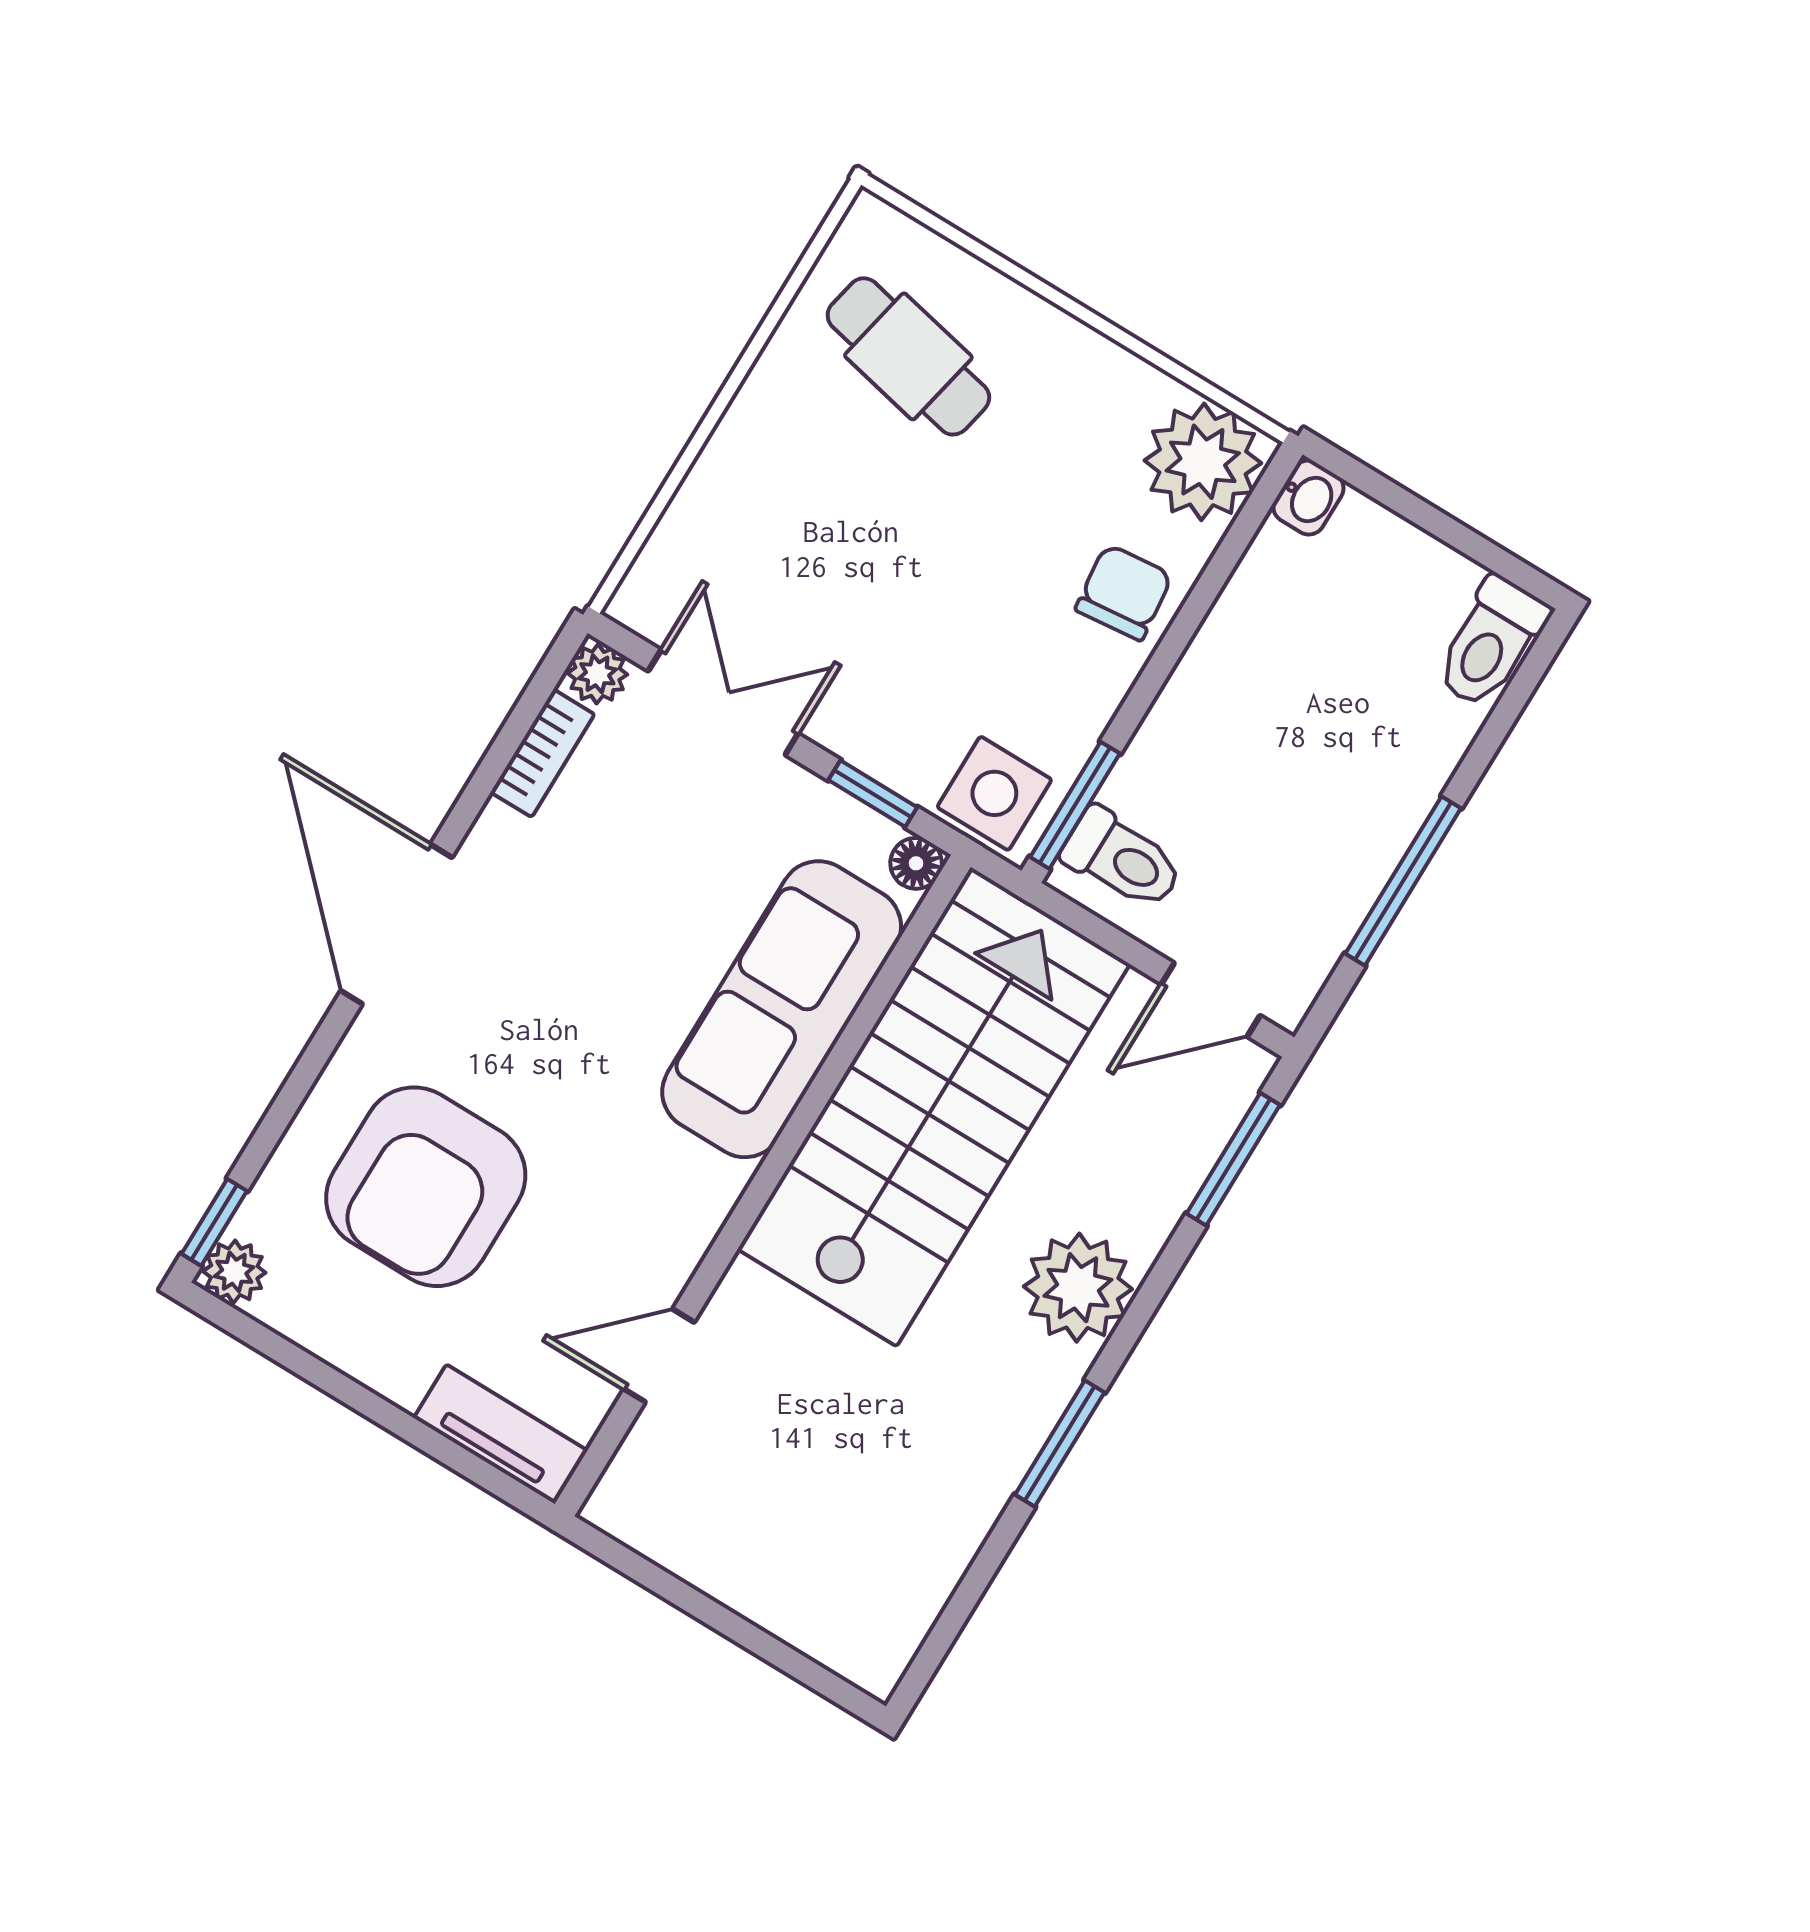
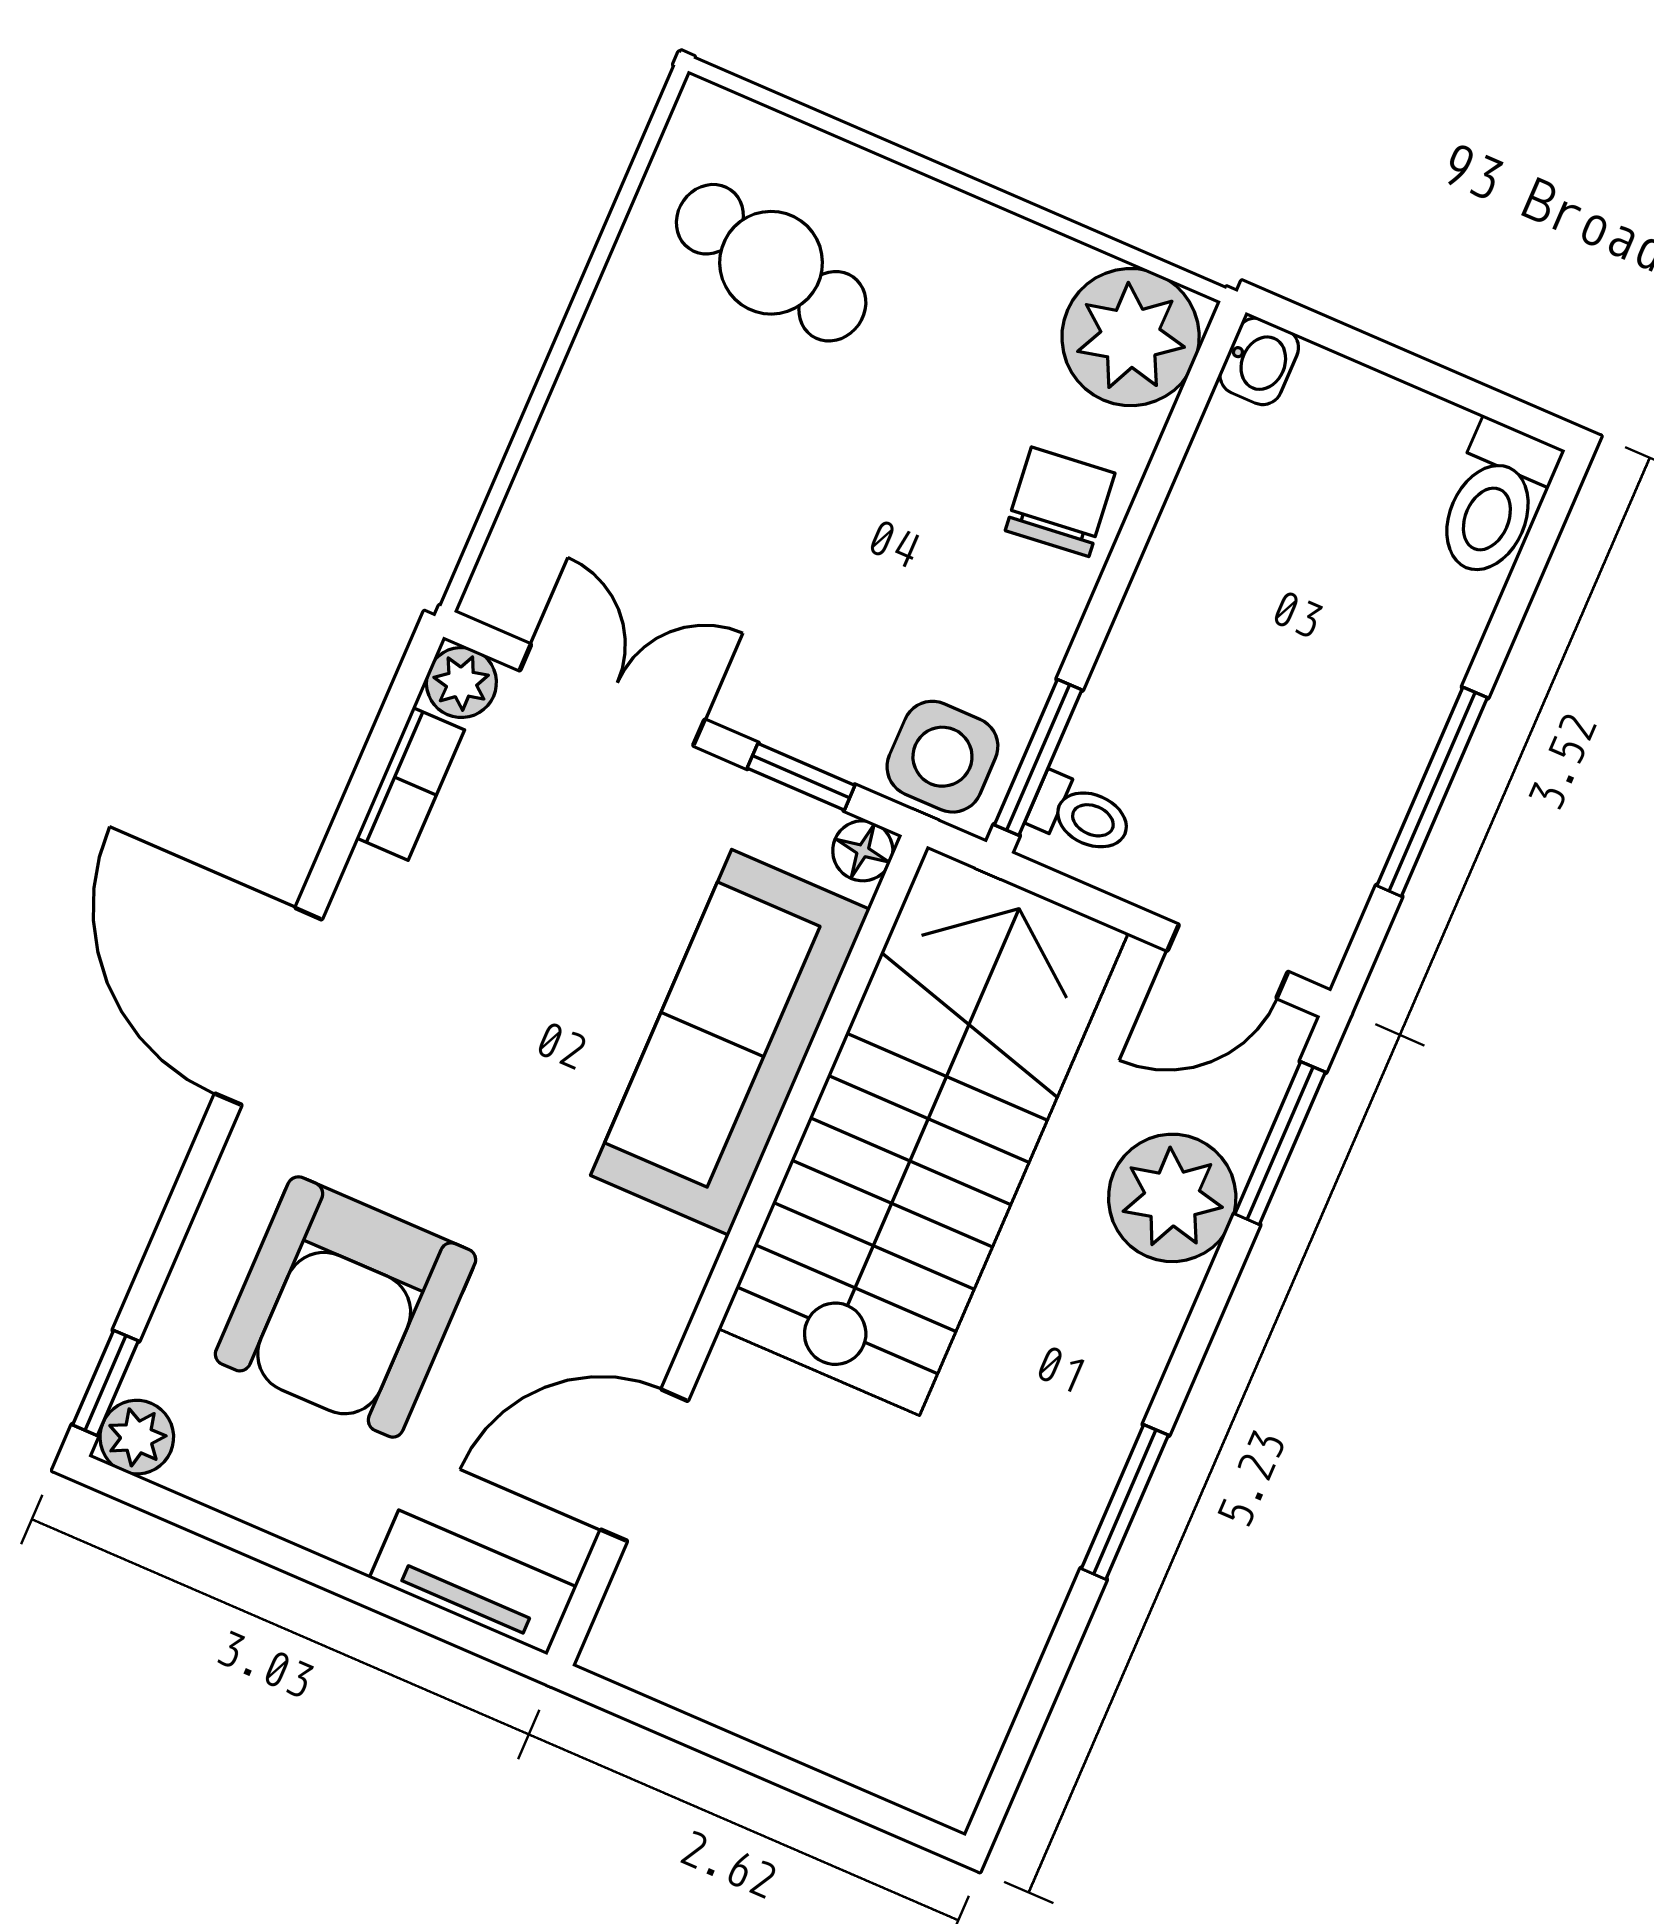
toilet: (1122, 859) -> (1080, 815), width x0.73, depth x0.72
plant: (1078, 1288) -> (1172, 1198), moved
door: (659, 1356) -> (644, 1465), width x1.38

